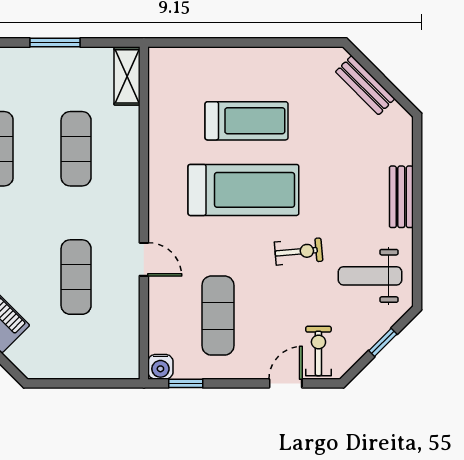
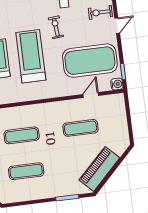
door: (144, 259) -> (91, 95), moved
exercise mat: (218, 316) -> (90, 61), width x2.00, depth x1.45
door: (286, 383) -> (117, 26), swing flipped

